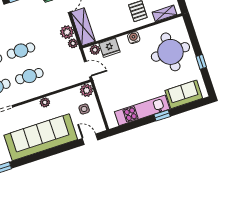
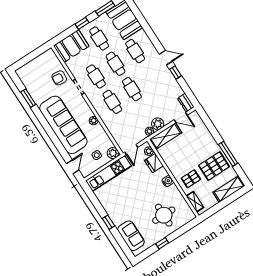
round table: (170, 52) -> (164, 215), width x0.73, depth x0.73
kitchen unit: (142, 110) -> (108, 174), moved, turned 90

